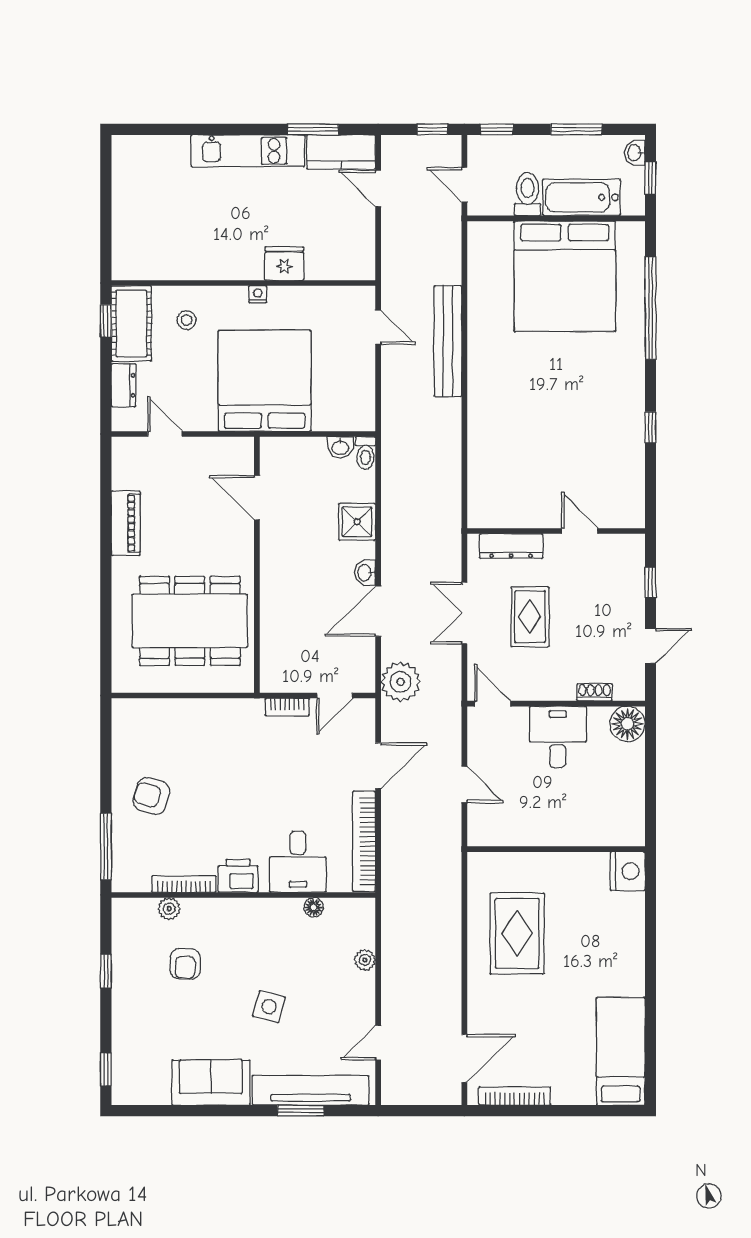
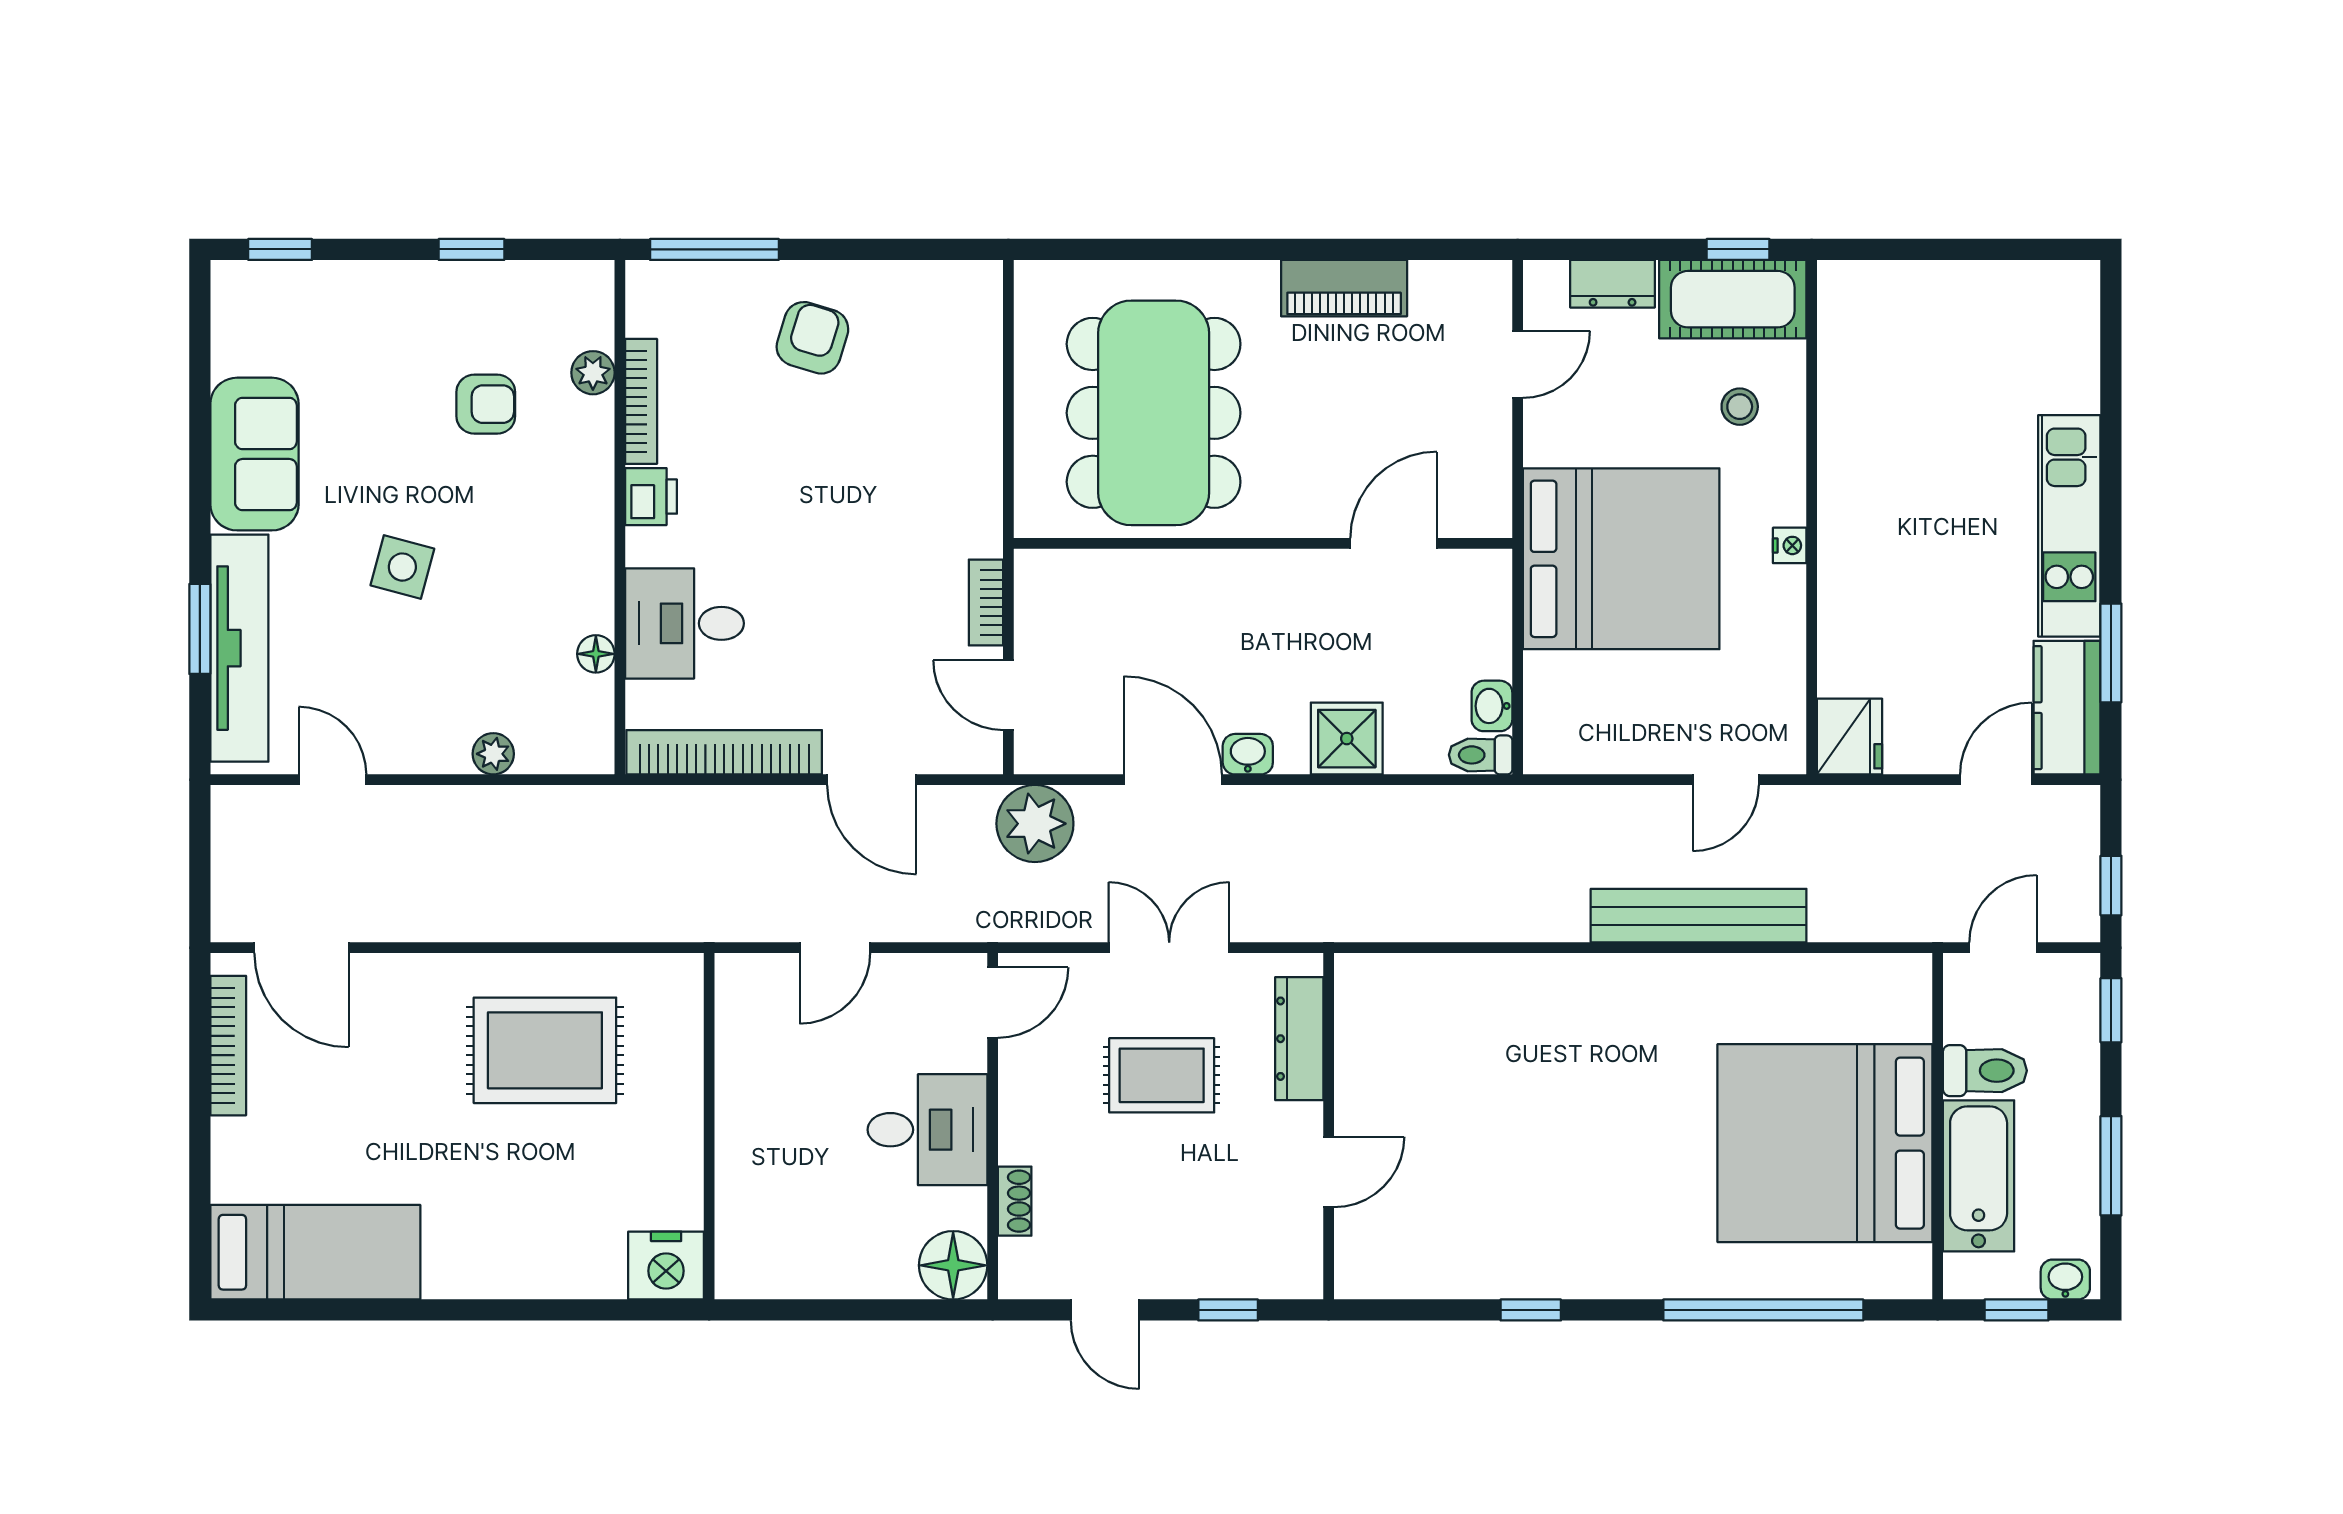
fridge: (284, 264) -> (1850, 737), moved
printer: (238, 876) -> (651, 497), width x0.73, depth x0.81
armchair: (185, 964) -> (486, 404), turned 180

